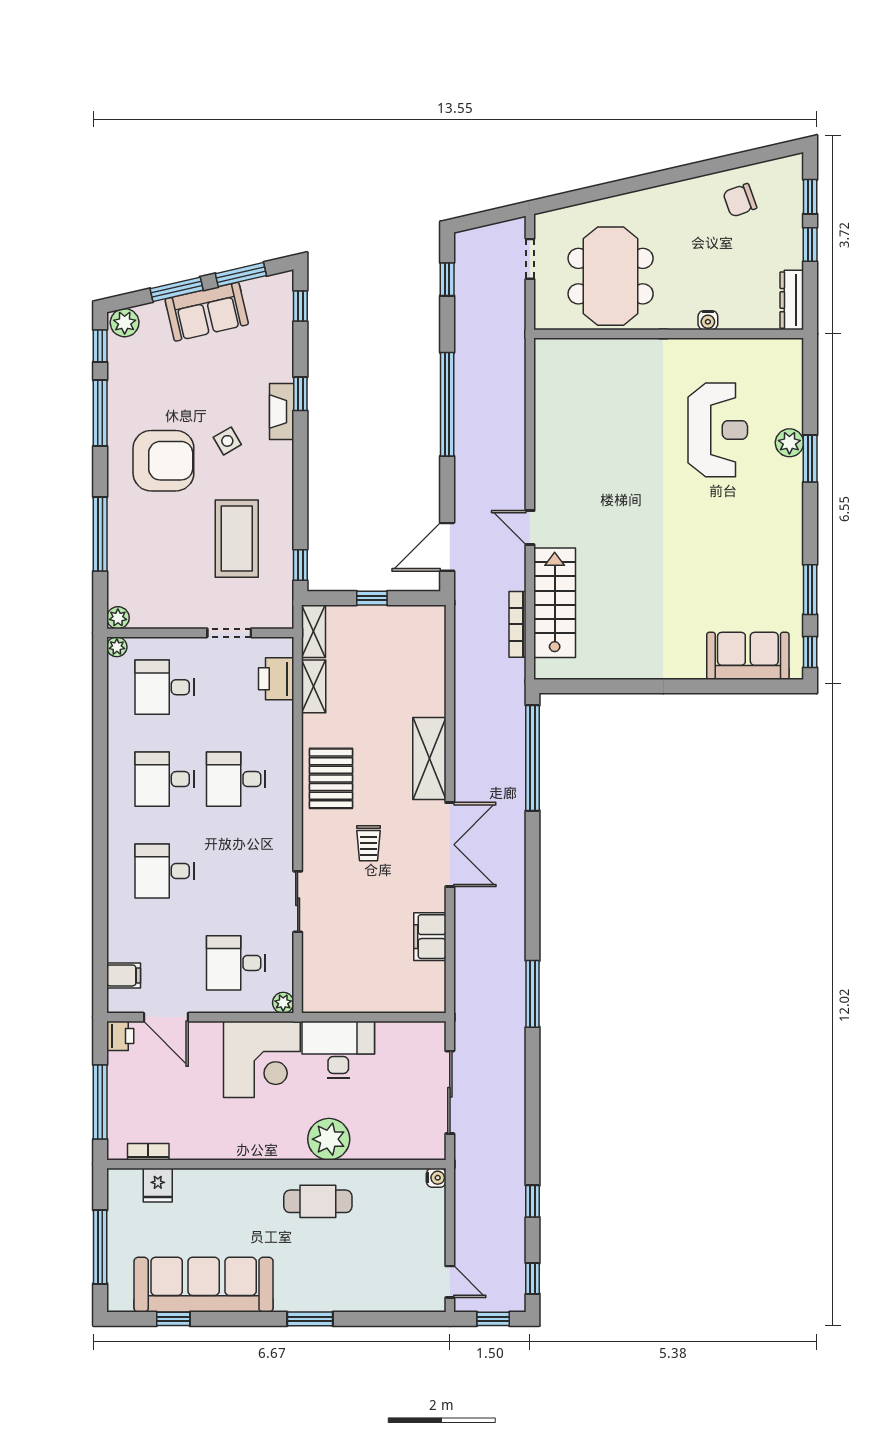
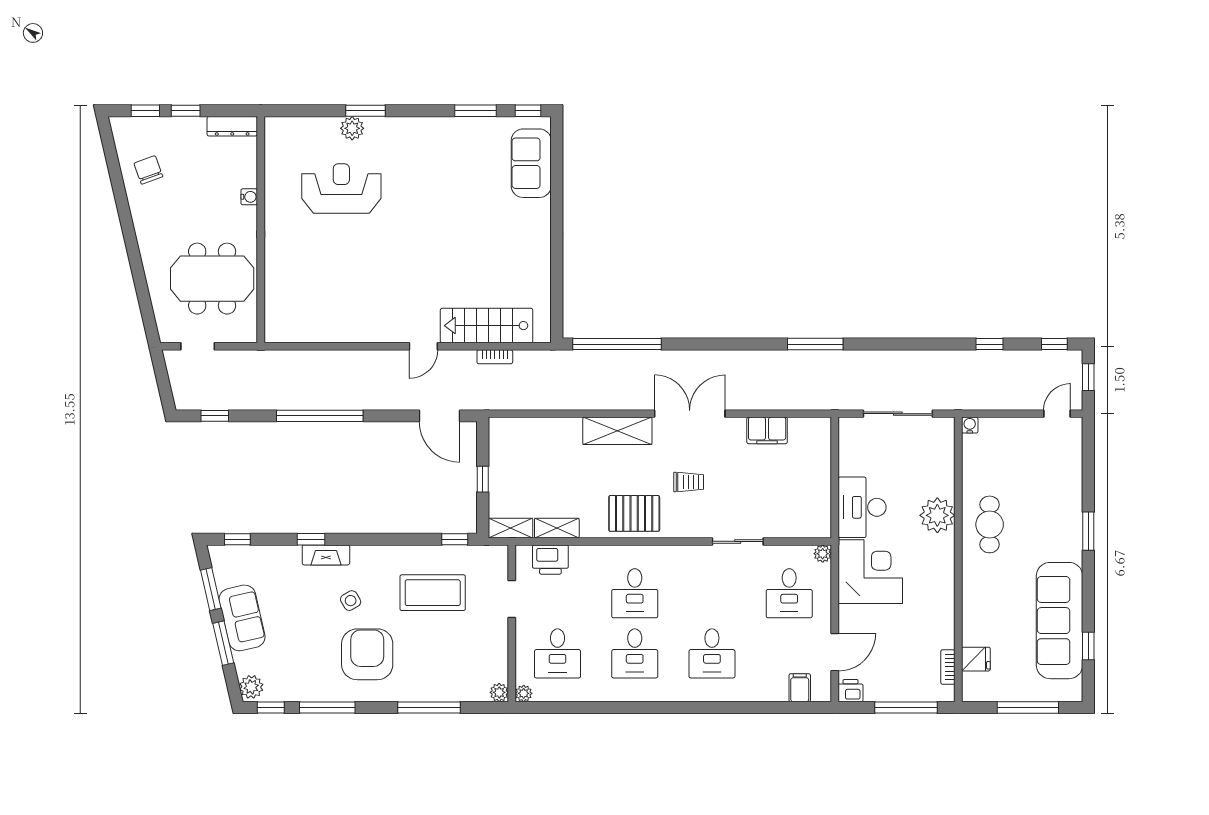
chair: (740, 200) -> (148, 170), turned 180
bookcase: (517, 624) -> (495, 357), width x0.64

